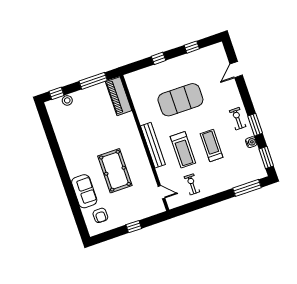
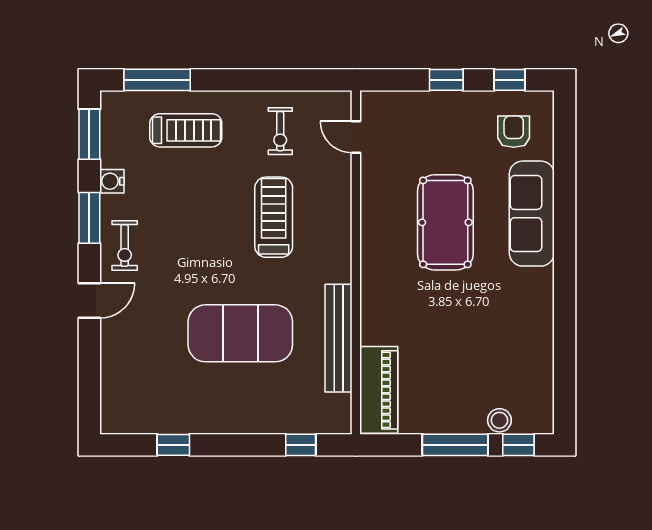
window: (159, 58) -> (301, 445), moved
door: (236, 70) -> (89, 301), moved
window: (93, 81) -> (455, 445), moved
bench: (153, 145) -> (339, 338), moved
treadmill: (212, 145) -> (186, 130), moved, turned -90
sofa: (84, 191) -> (532, 214), width x1.36
window: (109, 235) -> (509, 80), added

